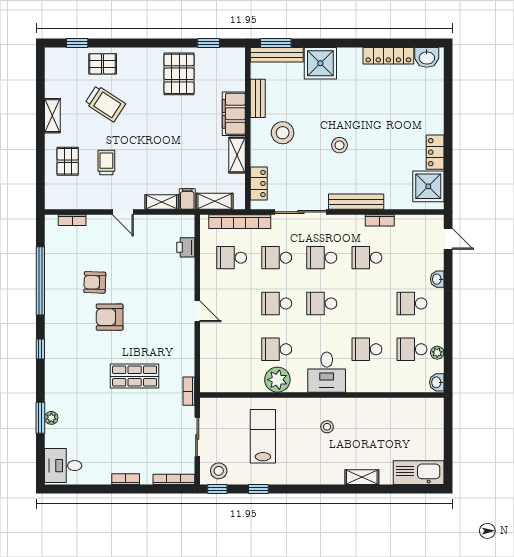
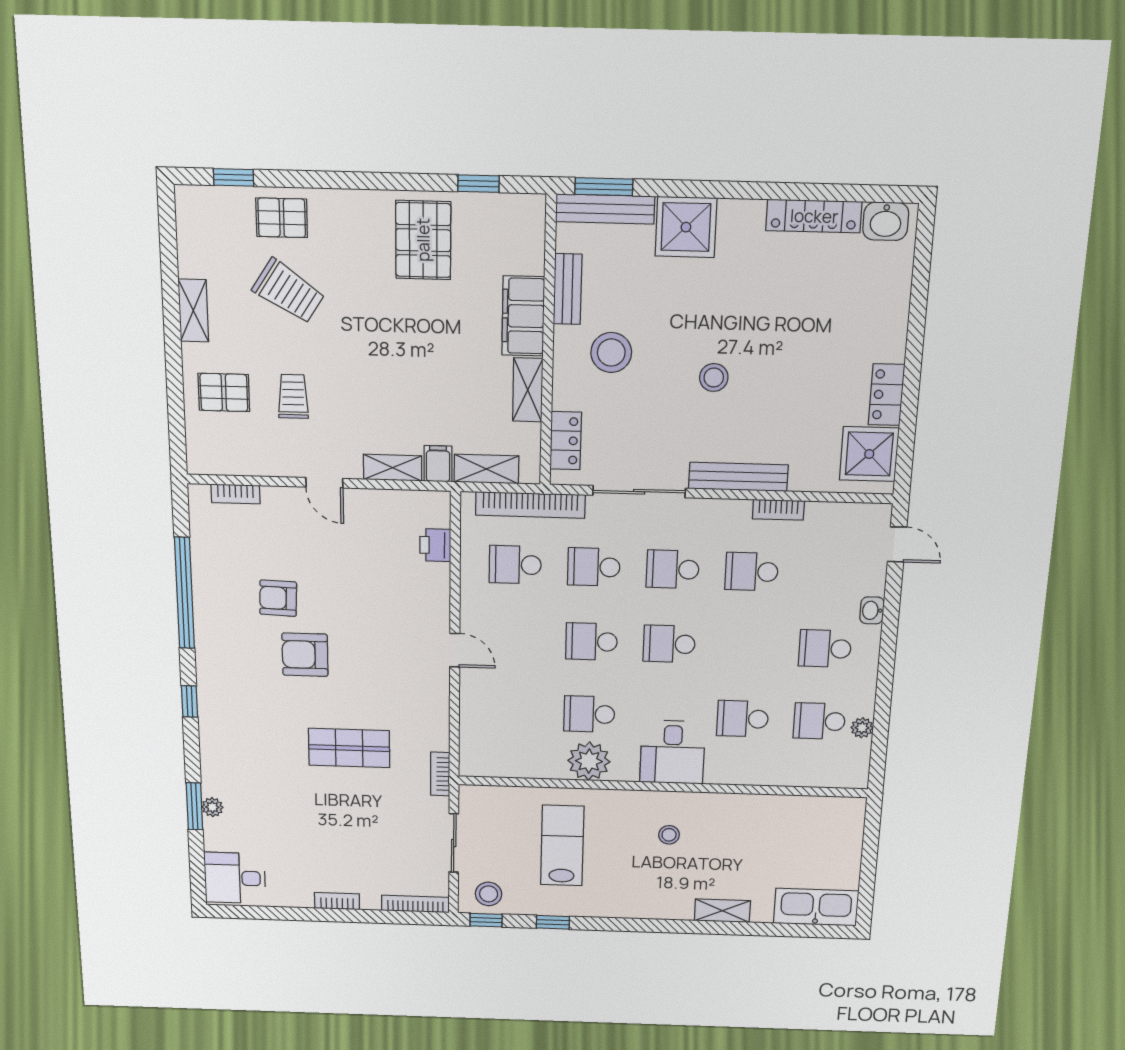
pallet: (68, 161) -> (224, 392), turned 90
washbasin: (437, 382) -> (857, 773), removed

